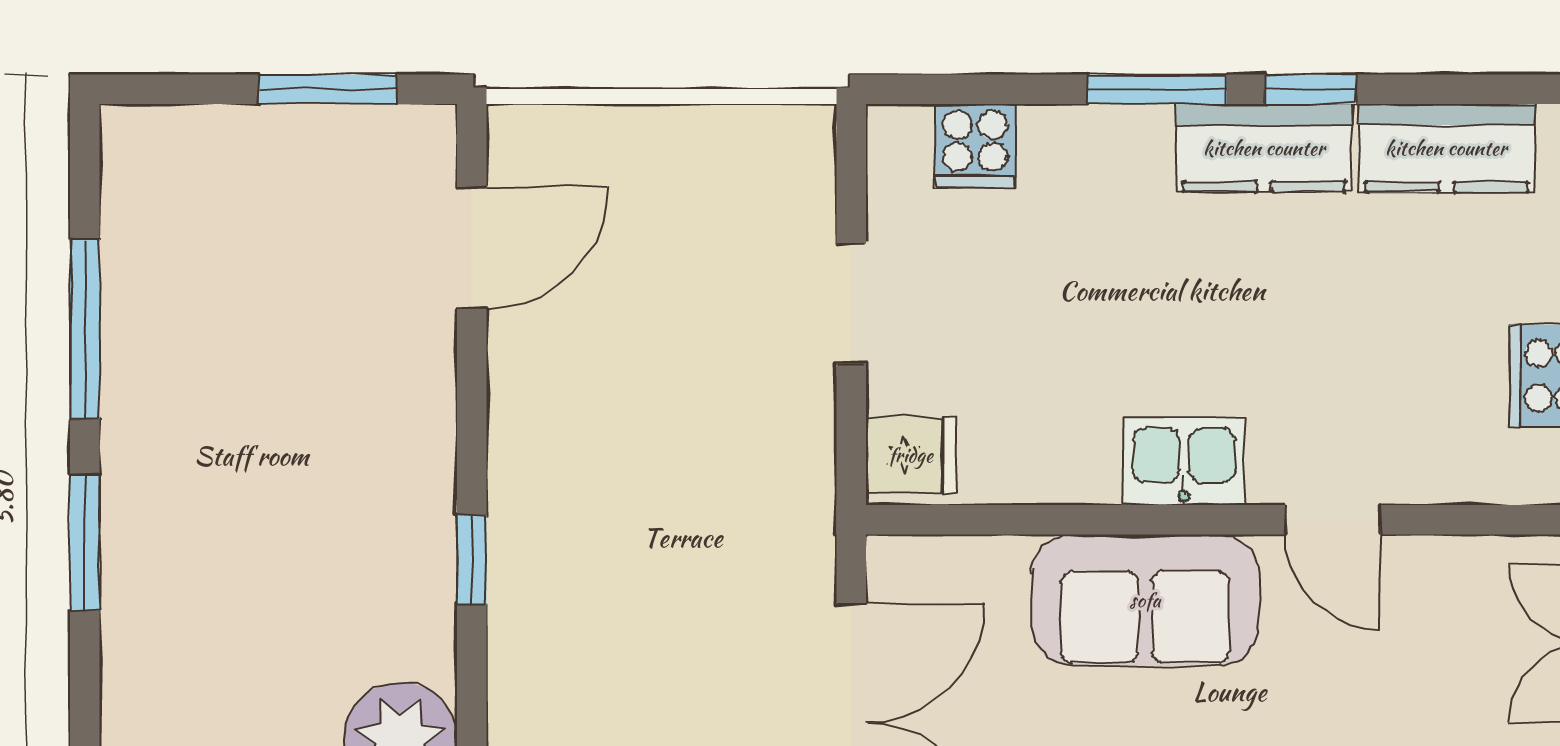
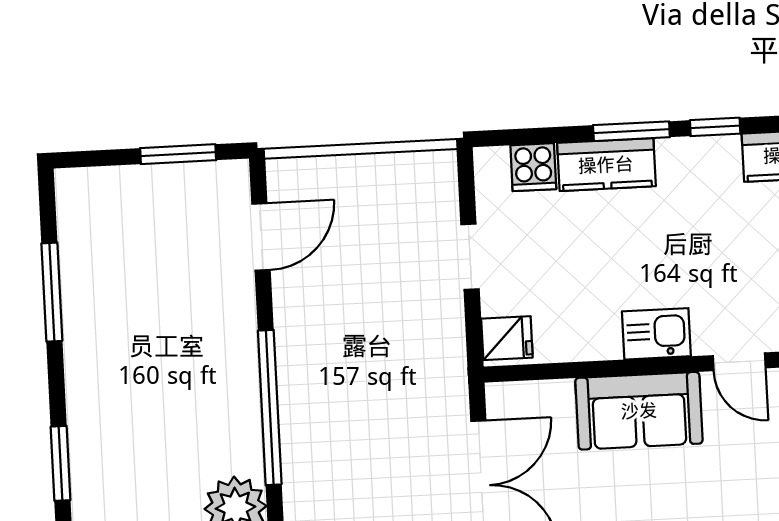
kitchen counter: (1264, 148) -> (606, 165), moved
window: (85, 542) -> (60, 463), moved
window: (472, 560) -> (270, 408), width x3.17

